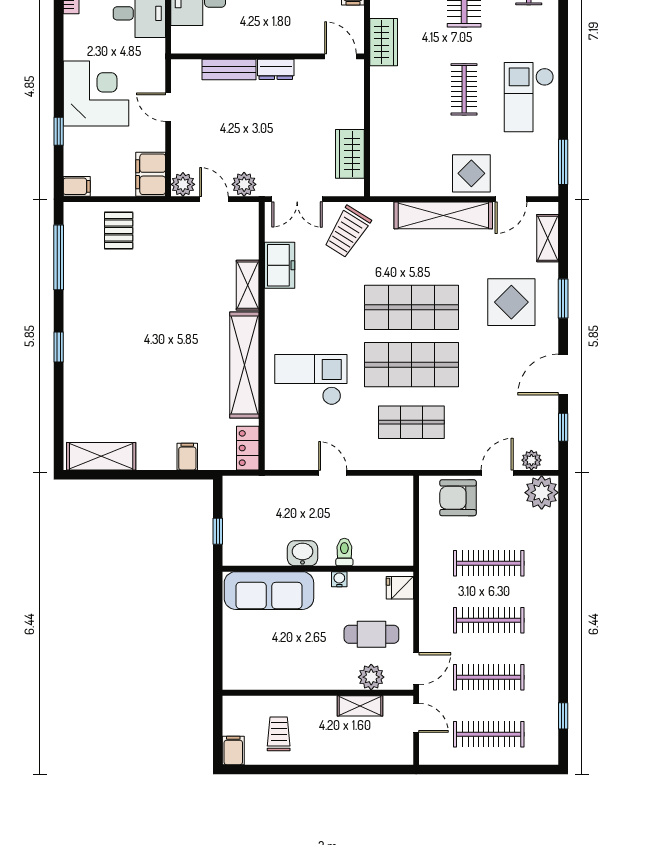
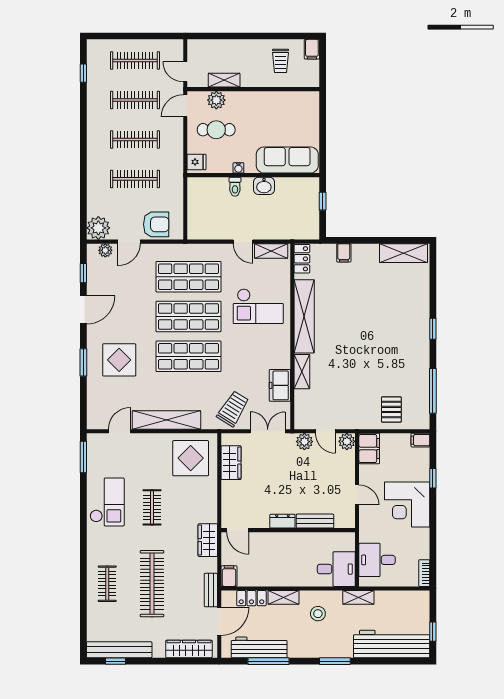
display table: (471, 173) -> (191, 458), moved, width x1.36, depth x1.36
shelving: (548, 238) -> (271, 251), moved, turned 90
shop shelf: (411, 422) -> (188, 277), width x1.43, depth x1.36

